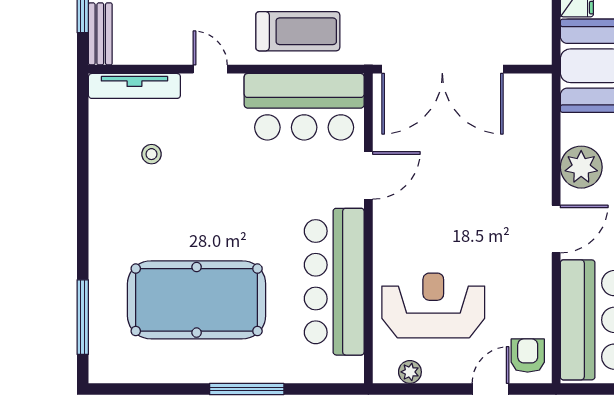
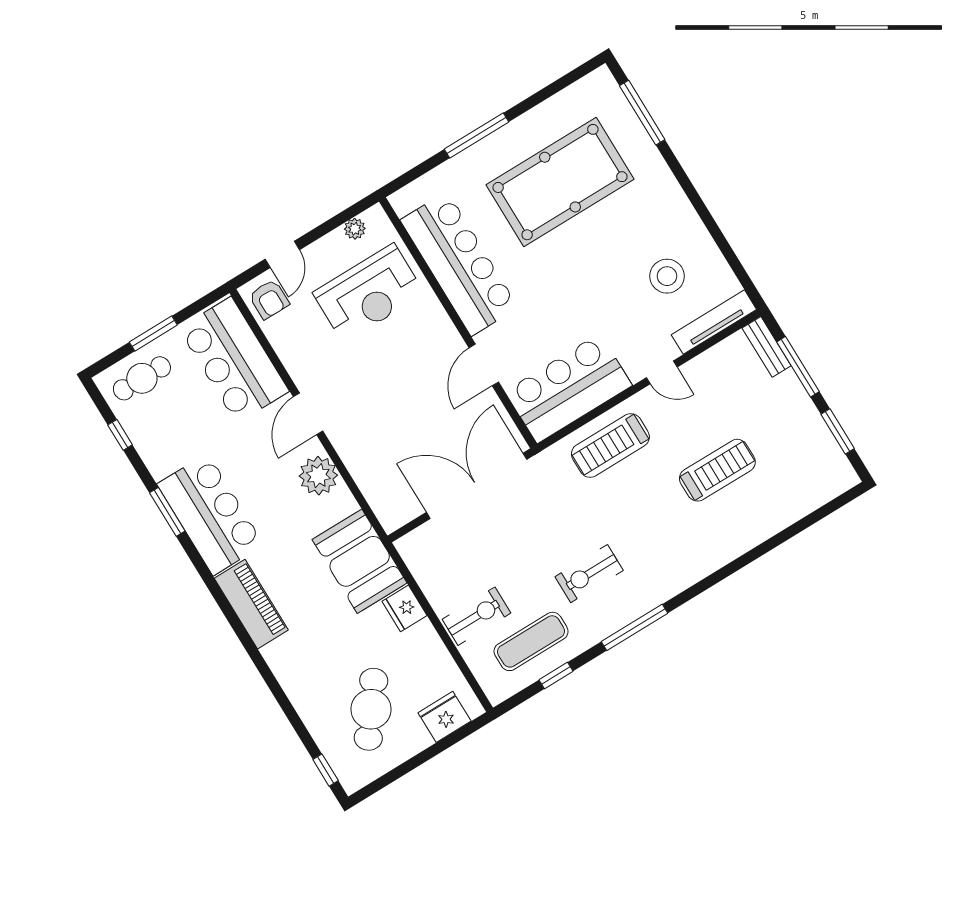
stool: (152, 154) -> (667, 276), width x1.89, depth x1.89

